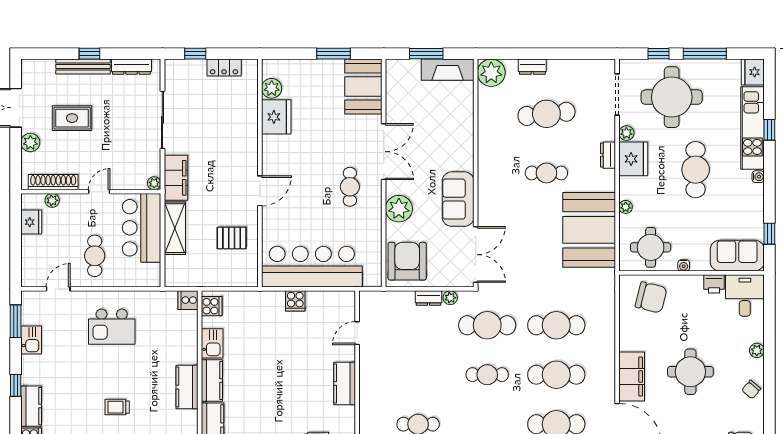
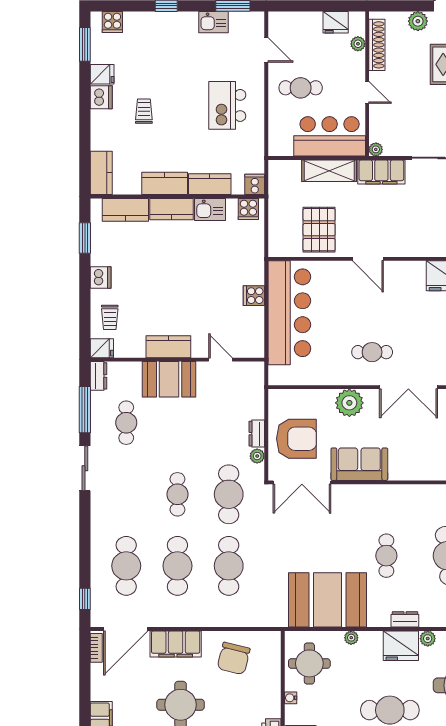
pallet: (232, 238) -> (319, 230), width x1.50, depth x1.42
armchair: (407, 261) -> (296, 439), moved
chair: (651, 297) -> (234, 658), moved
booth: (376, 383) -> (169, 379), added
kitchen counter: (31, 406) -> (210, 184), moved, turned 180

